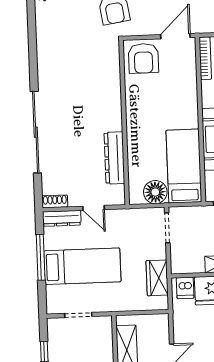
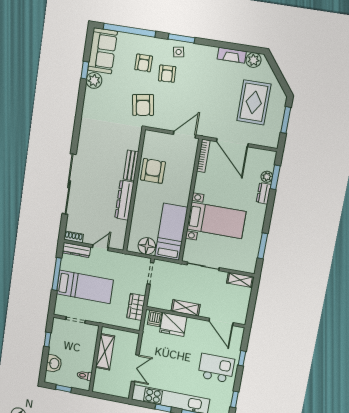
armchair: (143, 58) -> (153, 171), moved, turned 180
bench: (114, 90) -> (131, 165), added
dresser: (114, 158) -> (124, 200), moved
door: (94, 208) -> (100, 248), swing flipped

